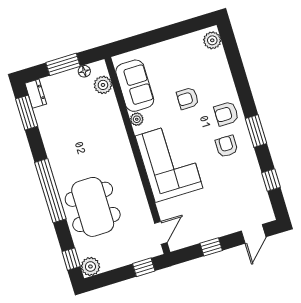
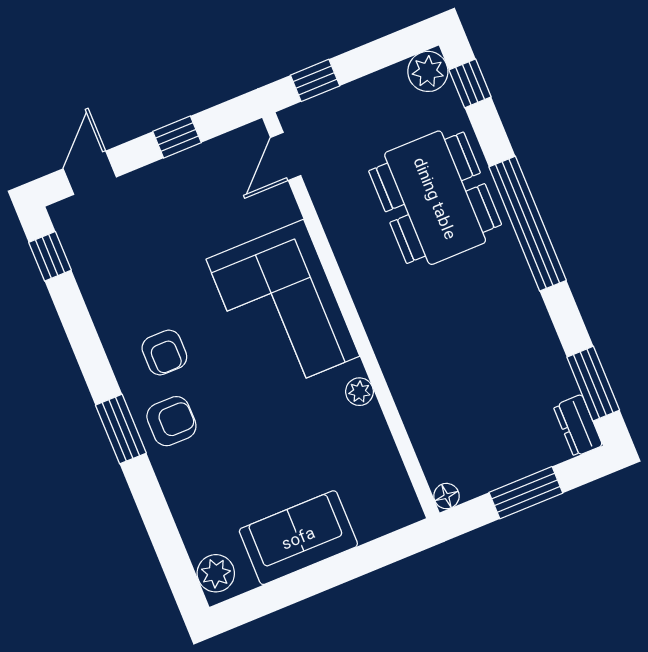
floor lamp: (84, 71) -> (446, 496), moved
plant: (103, 85) -> (438, 457), removed
sofa: (135, 86) -> (298, 538), moved, turned 90
armchair: (188, 98) -> (256, 446), removed
window: (256, 131) -> (121, 429), moved
window: (271, 180) -> (50, 256), moved

